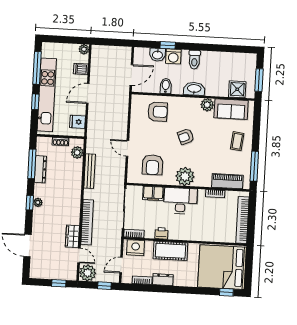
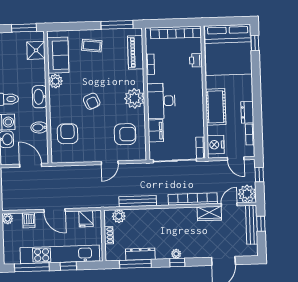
printer: (161, 233) -> (196, 60), moved
bench: (59, 275) -> (252, 225), added

